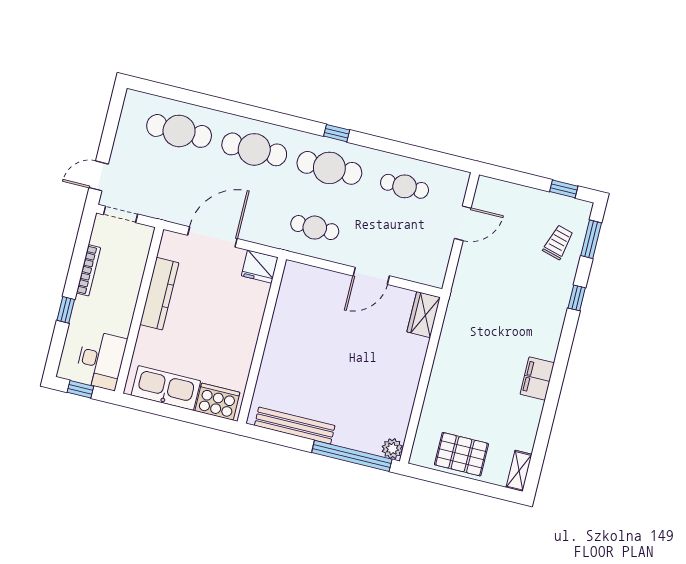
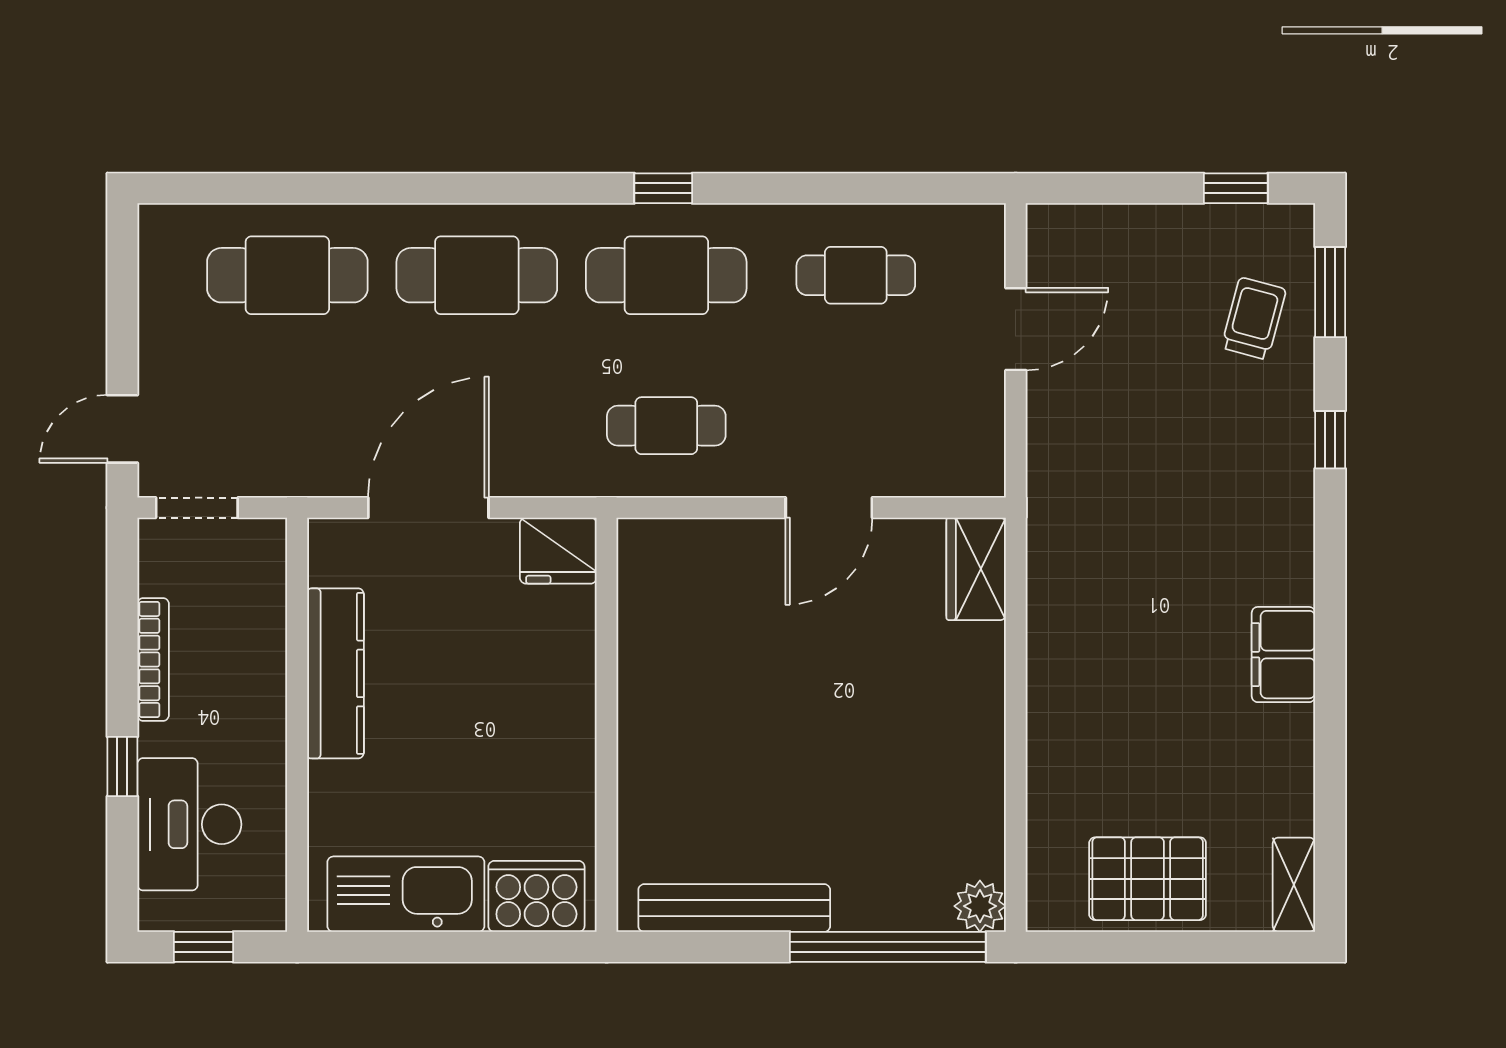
desk: (101, 360) -> (189, 824), moved, turned 180

